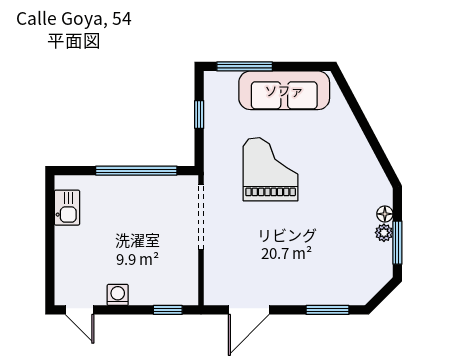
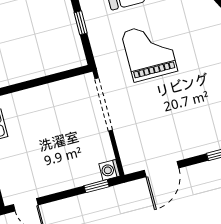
window: (136, 171) -> (42, 81), removed
washing machine: (118, 295) -> (109, 170), moved, turned -90

